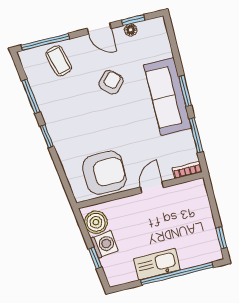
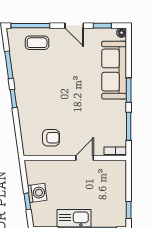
floor lamp: (131, 30) -> (122, 33), moved
coffee table: (59, 61) -> (37, 43), turned -76
armchair: (111, 82) -> (73, 69), removed
sofa: (168, 96) -> (114, 70), moved
armchair: (104, 173) -> (51, 138), width x0.53, depth x0.53
boiler: (96, 222) -> (35, 174), removed

